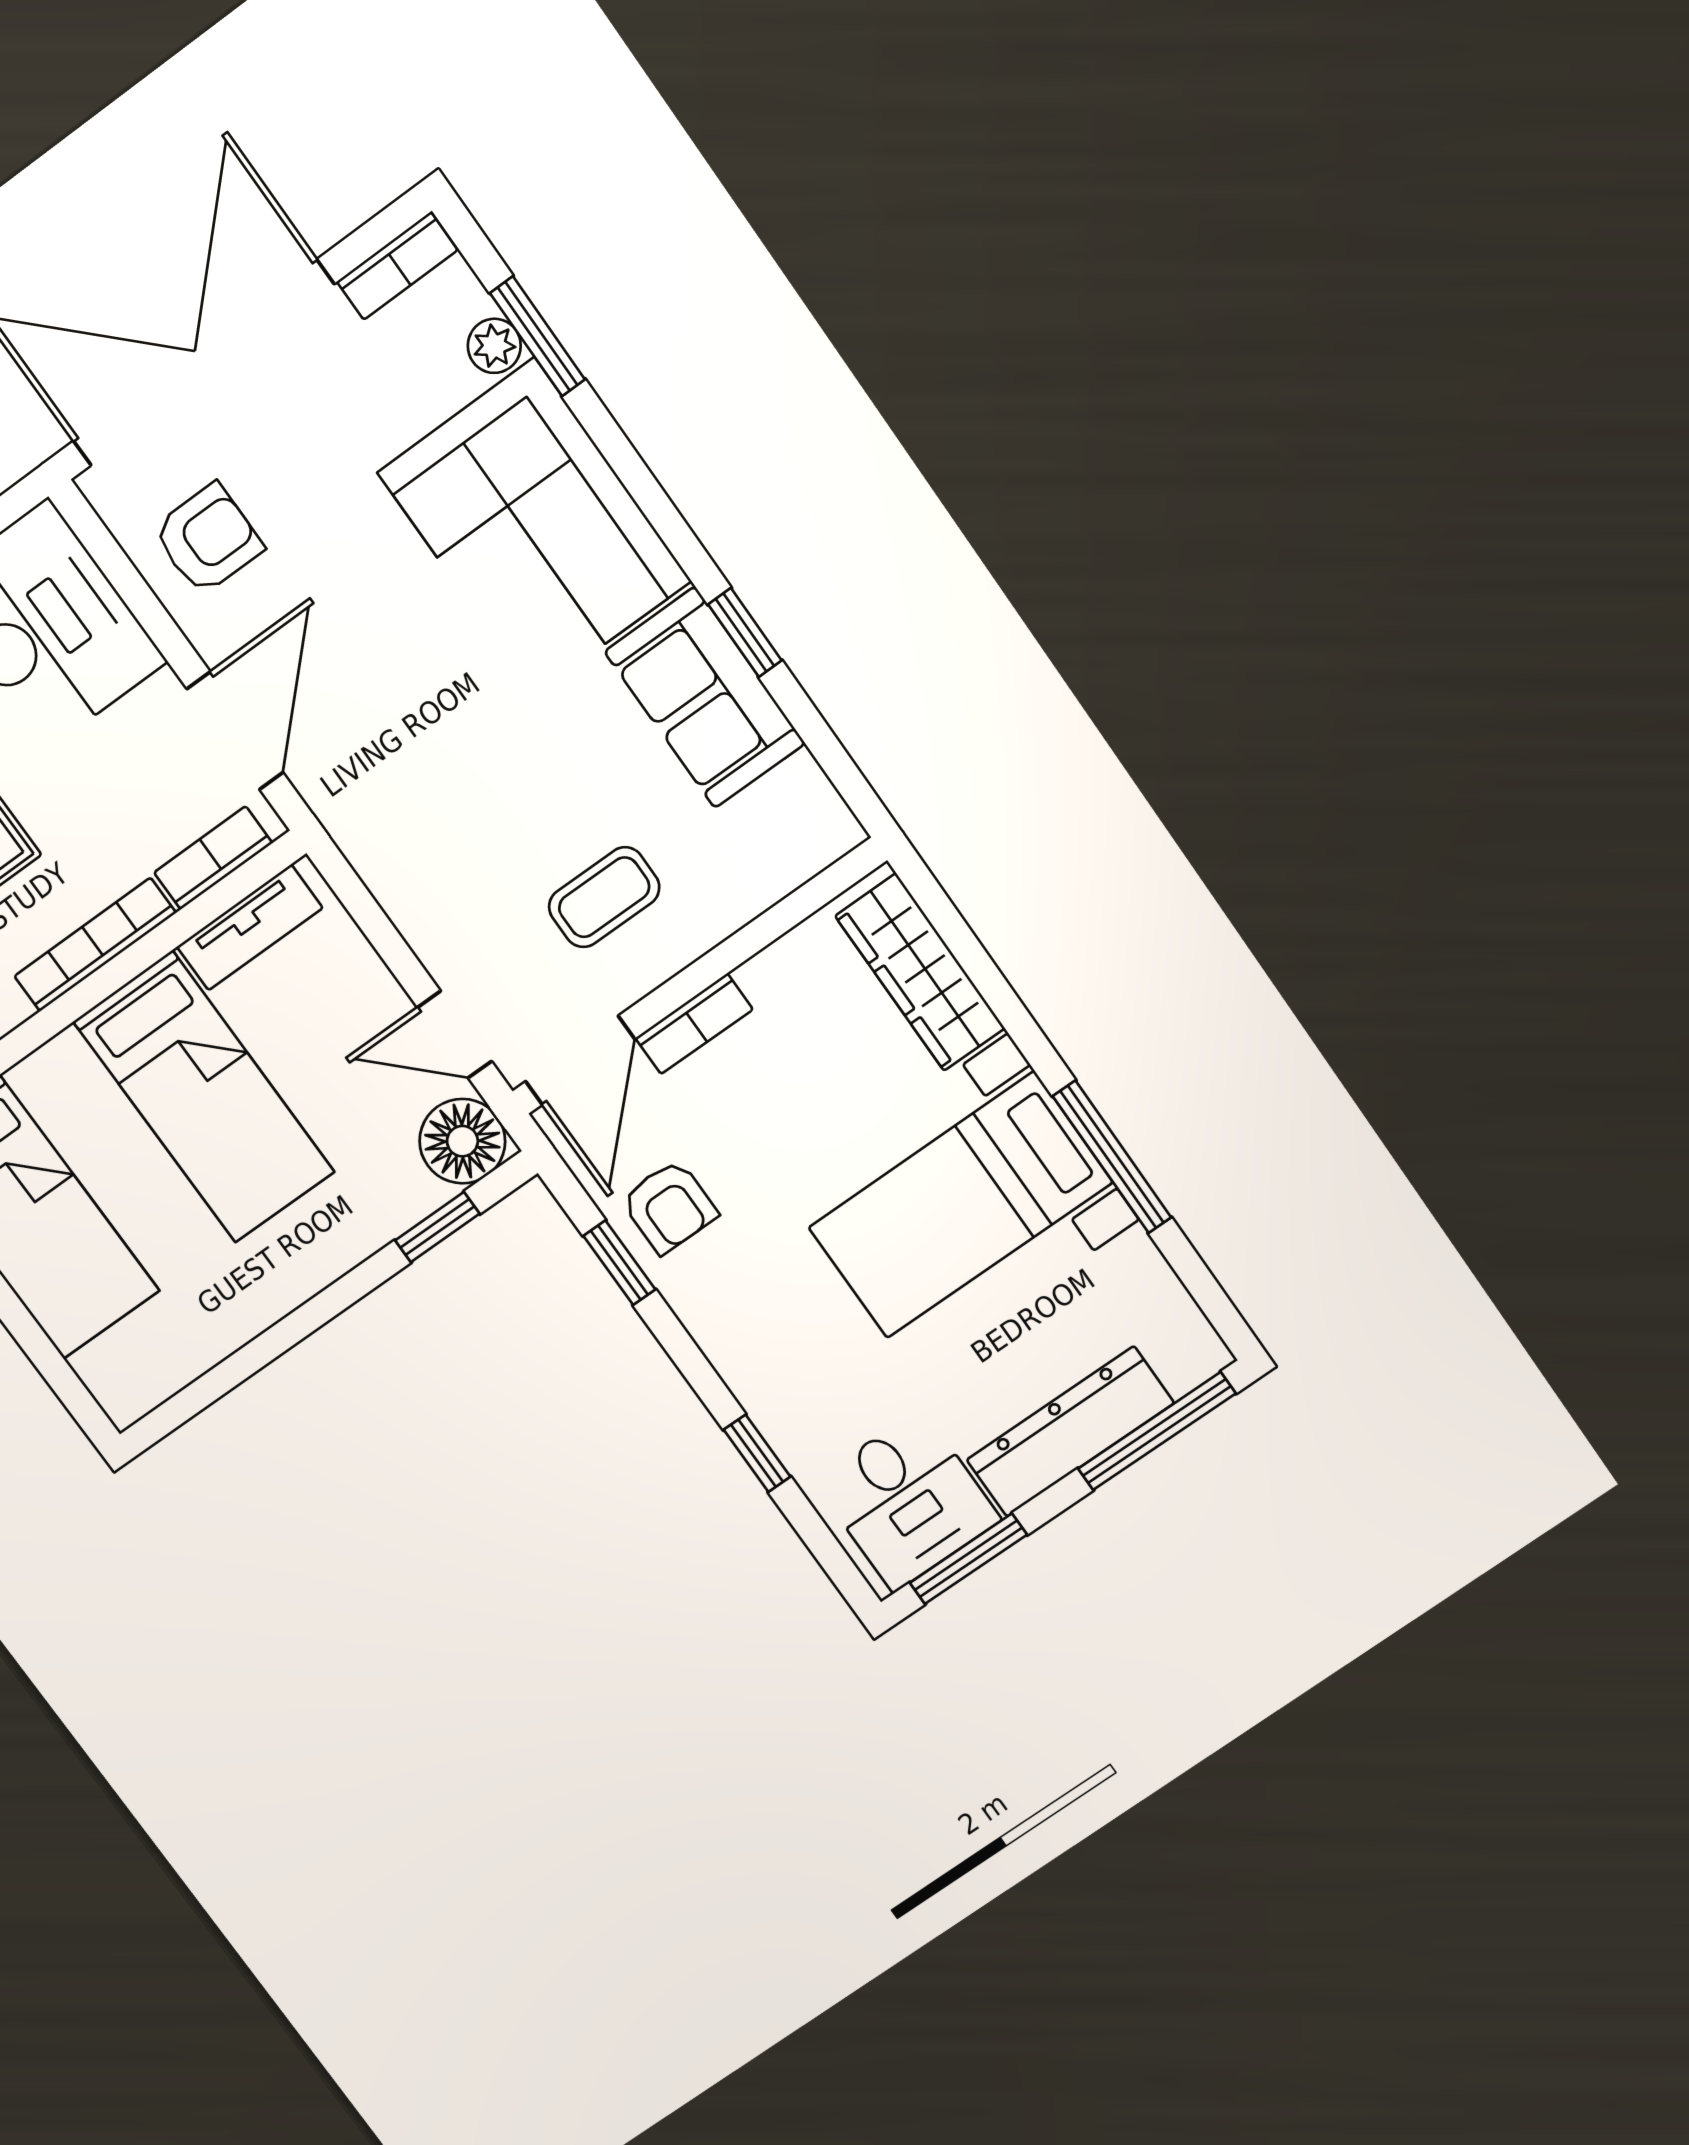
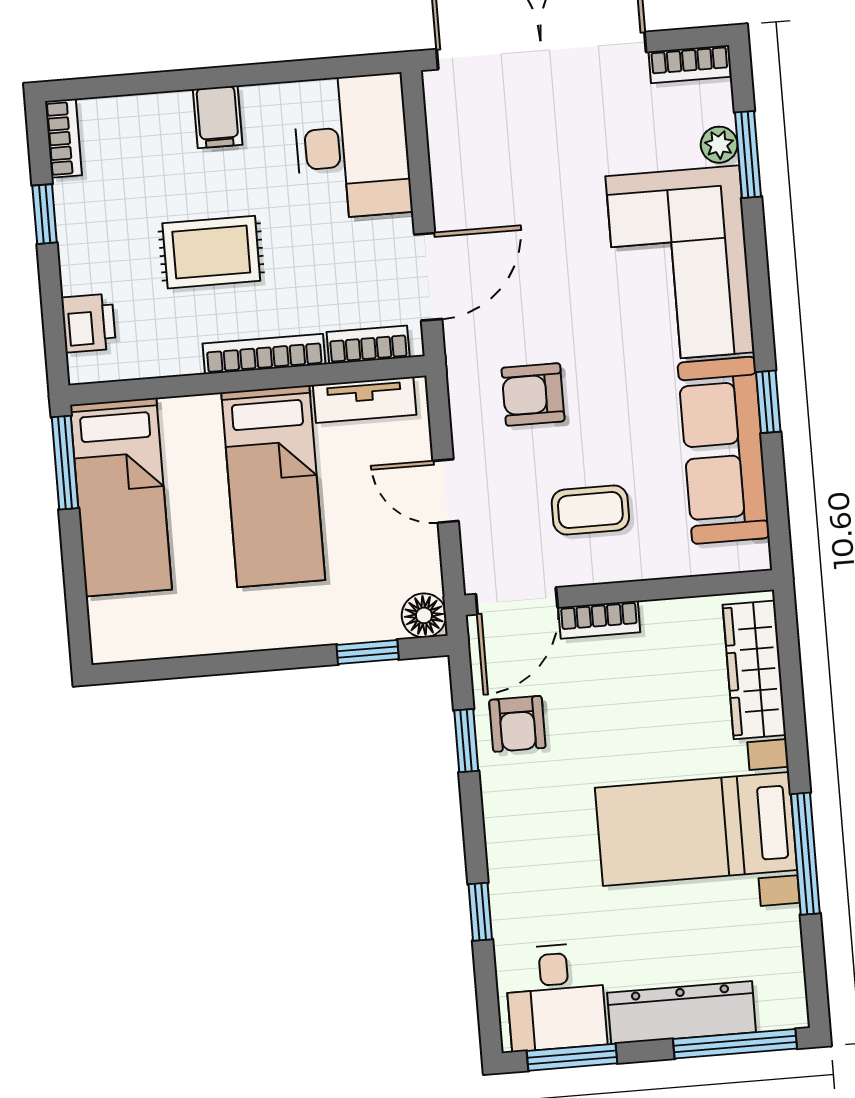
armchair: (208, 539) -> (533, 394), moved, turned 180
sofa: (705, 698) -> (724, 450), width x1.36
door: (454, 1034) -> (446, 491), moved
floor lamp: (462, 1141) -> (424, 615), width x0.73, depth x0.73

